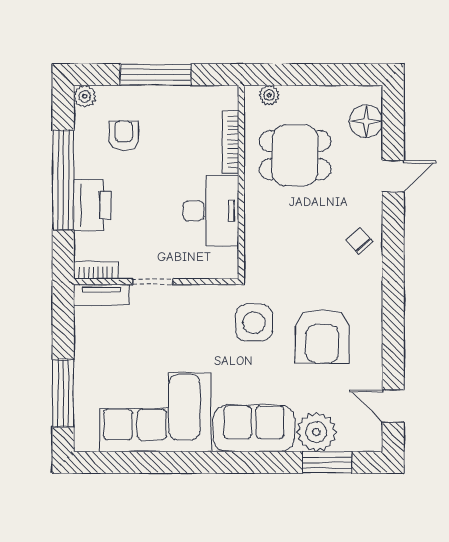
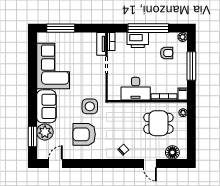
filing cabinet: (224, 96) -> (183, 94), added
dining table: (295, 155) -> (158, 123), turned 90

